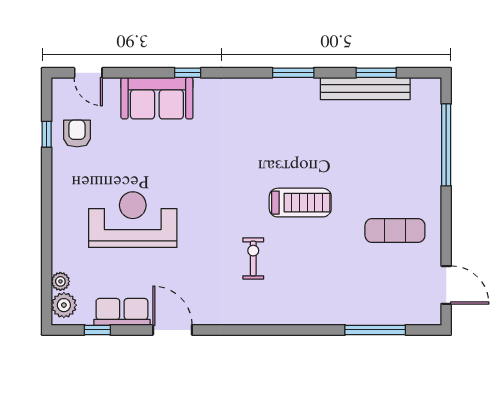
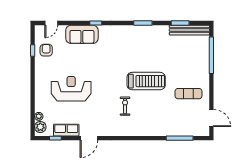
door: (88, 73) -> (51, 23), hinge flipped
bench: (365, 89) -> (189, 30), moved
treadmill: (300, 203) -> (146, 81), width x1.37, depth x1.38
door: (172, 330) -> (89, 138), swing flipped

